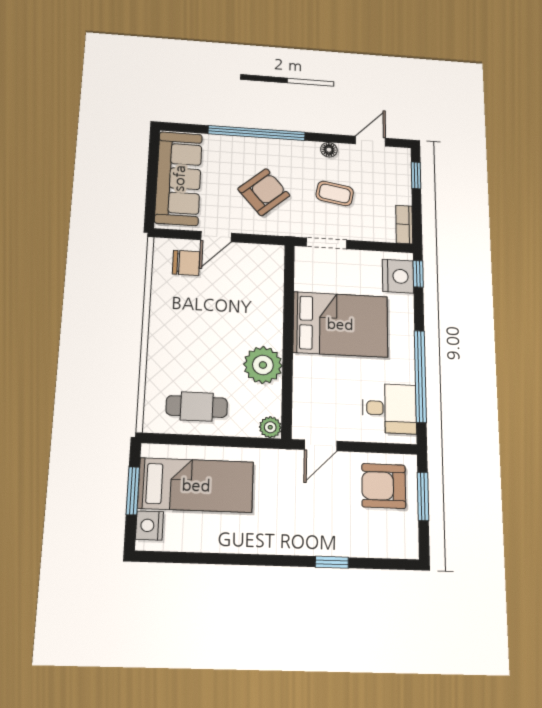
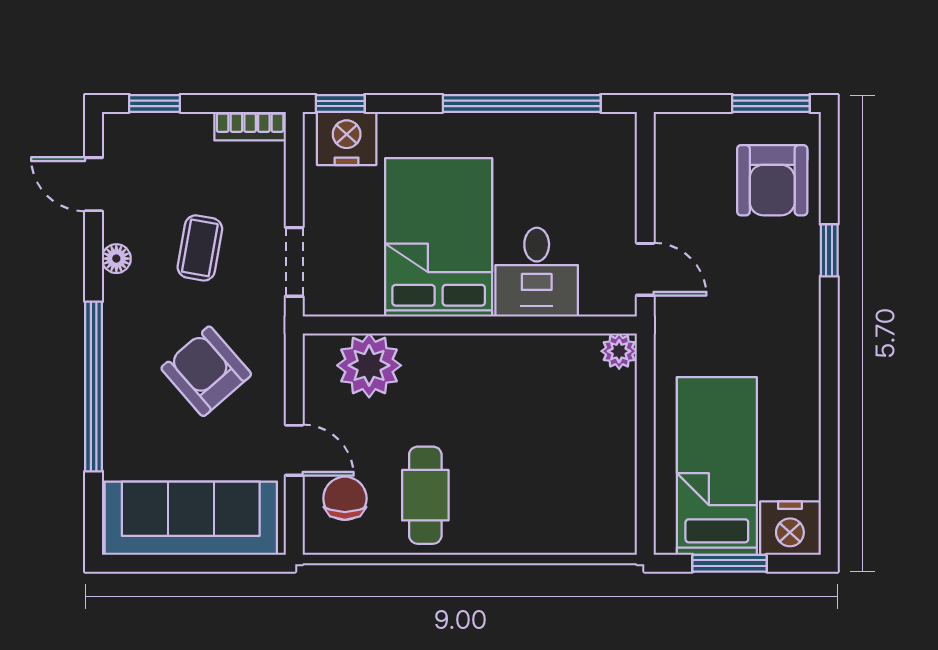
plant: (263, 365) -> (369, 365), moved
cafe table: (197, 407) -> (425, 495), moved
desk: (389, 408) -> (537, 272), moved, turned 180
armchair: (384, 486) -> (772, 180), moved
window: (423, 496) -> (771, 103), moved
nightstand: (149, 525) -> (790, 528), width x1.36, depth x1.33

